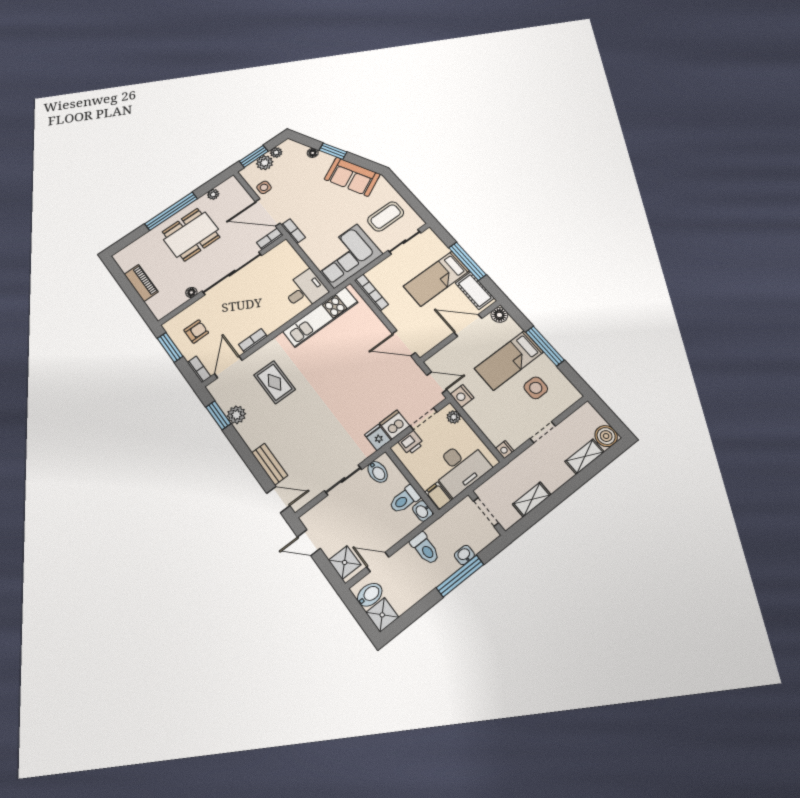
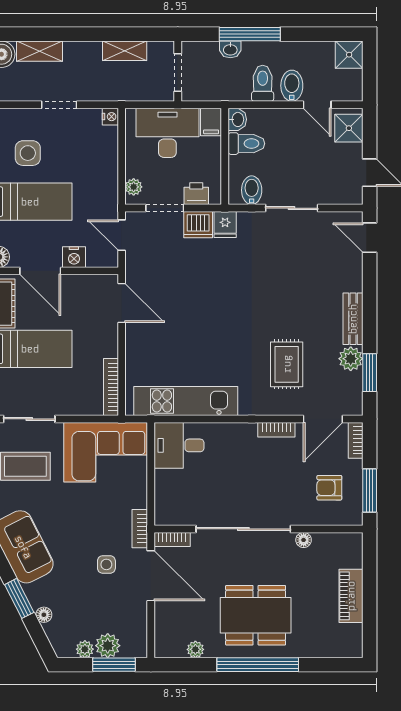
side table: (264, 187) -> (106, 564), moved
nightstand: (462, 396) -> (74, 257), moved, turned 90
bench: (270, 464) -> (353, 319), moved
bidet: (370, 595) -> (292, 86), moved, turned 90

